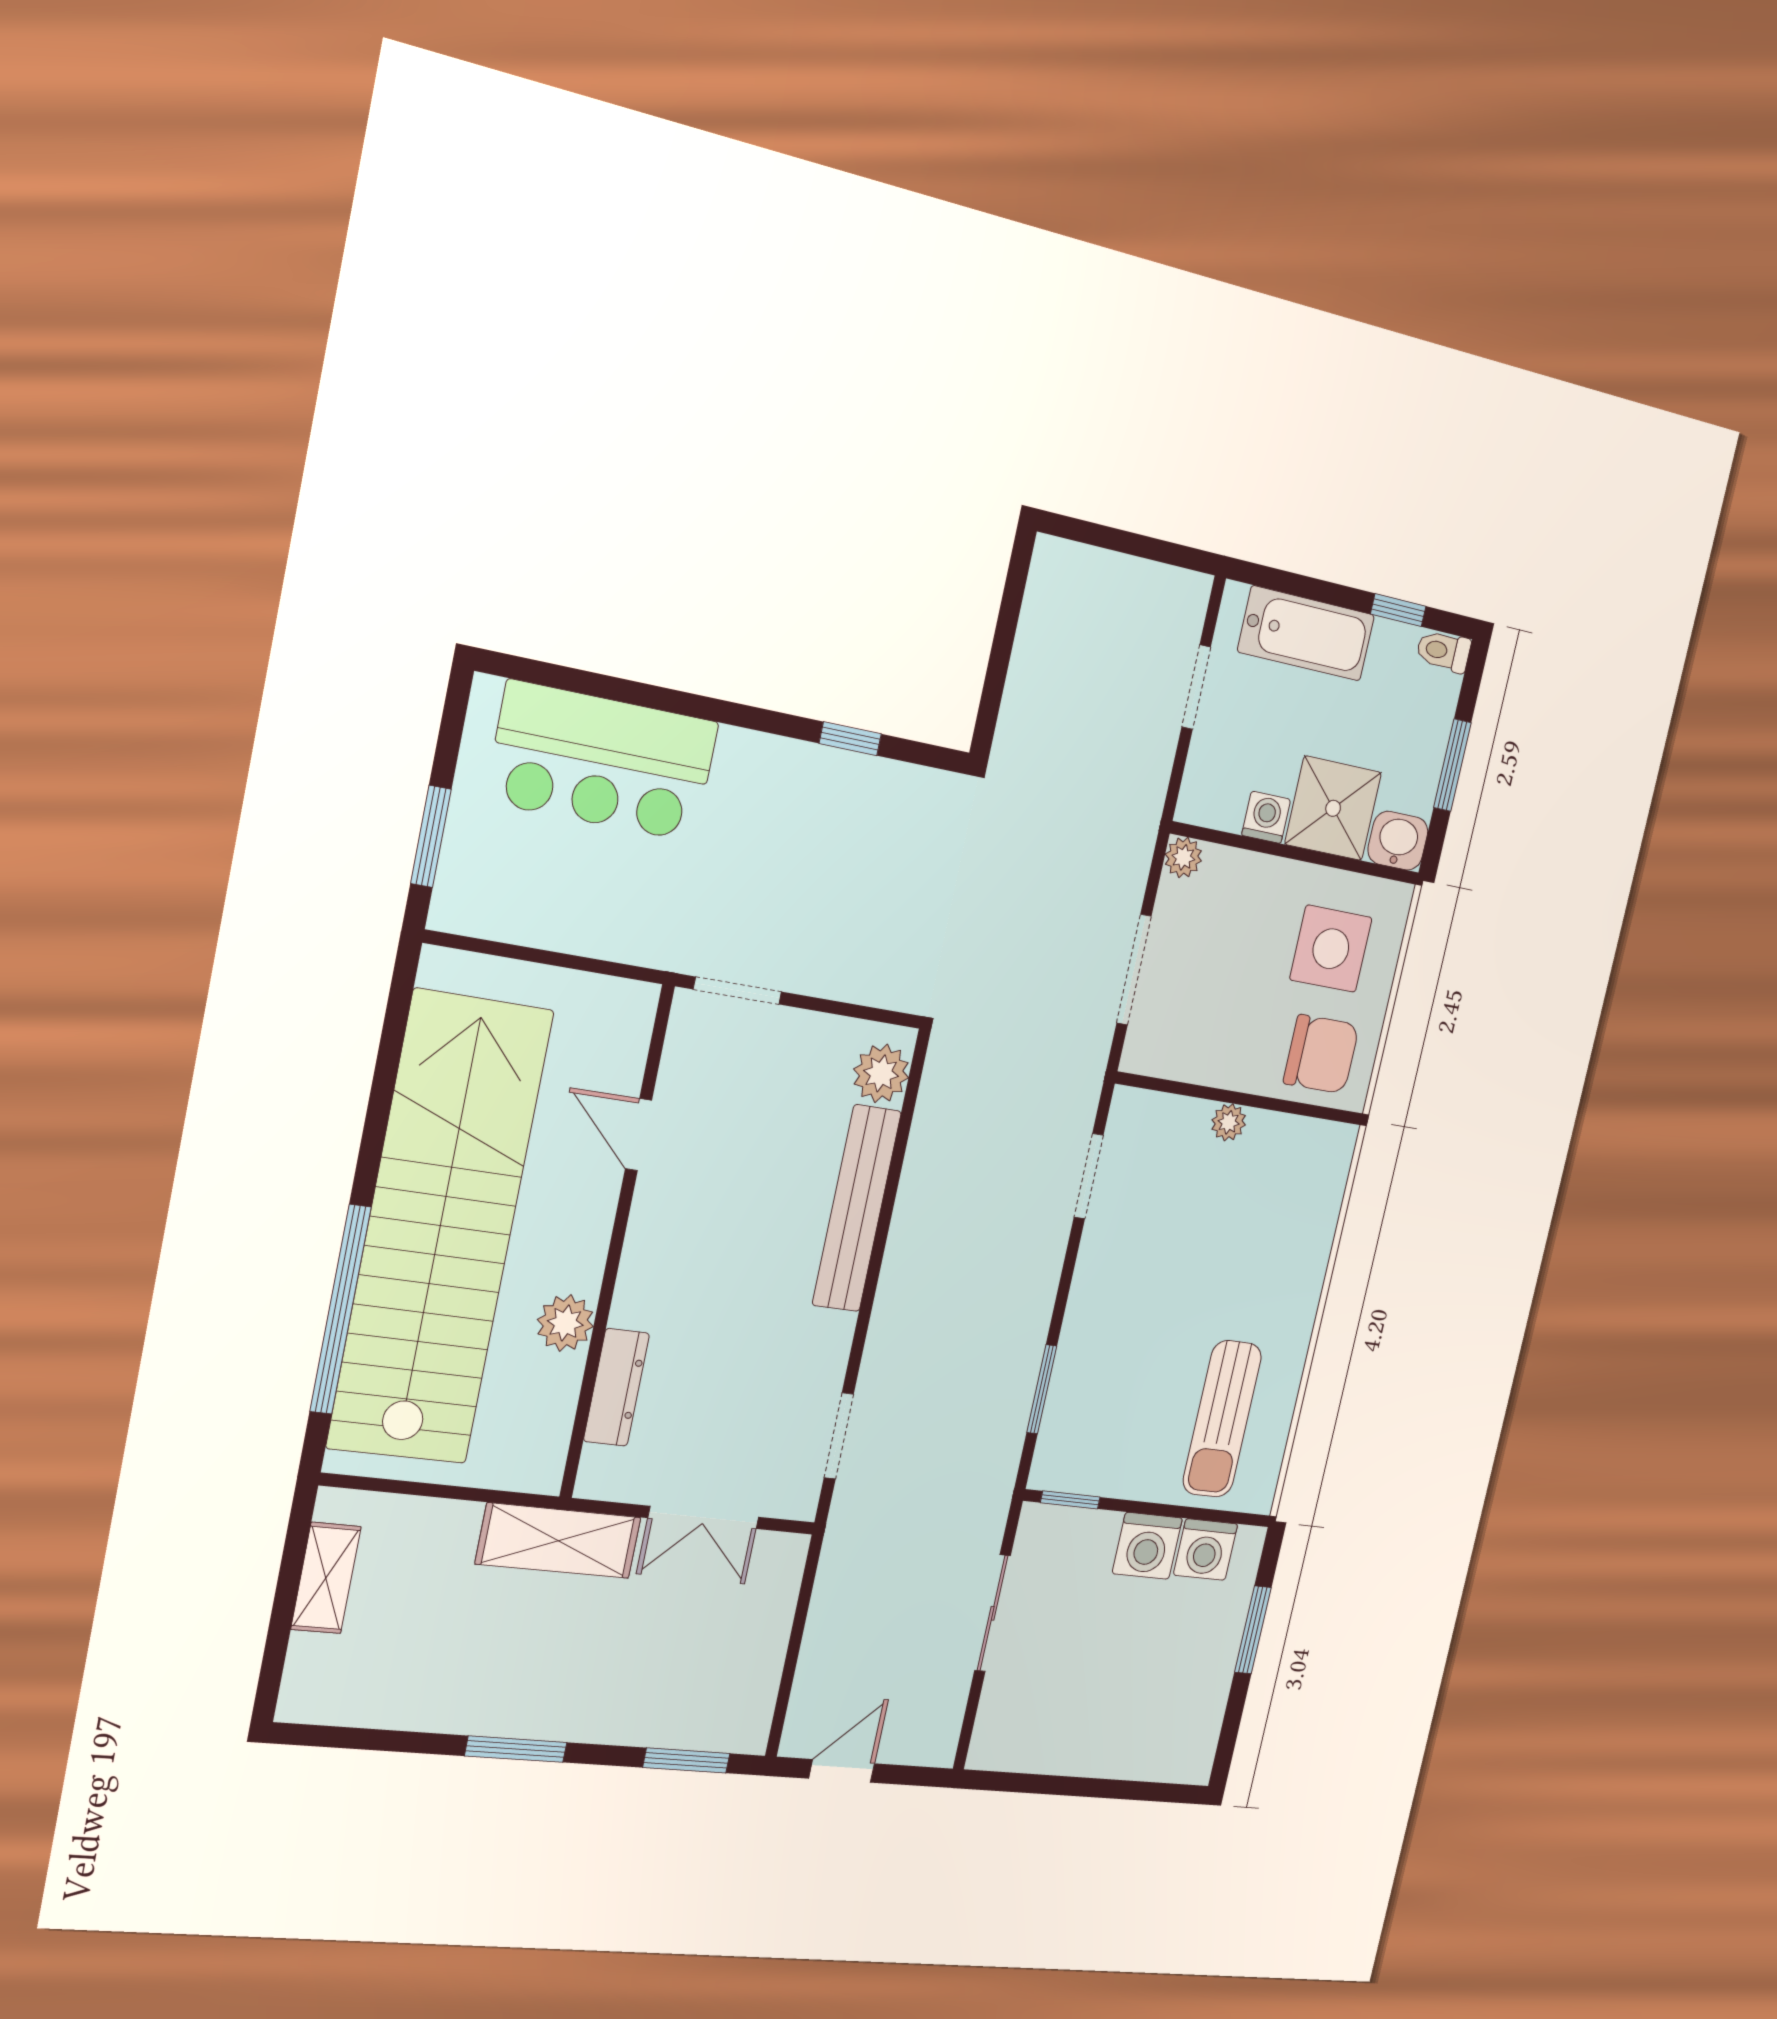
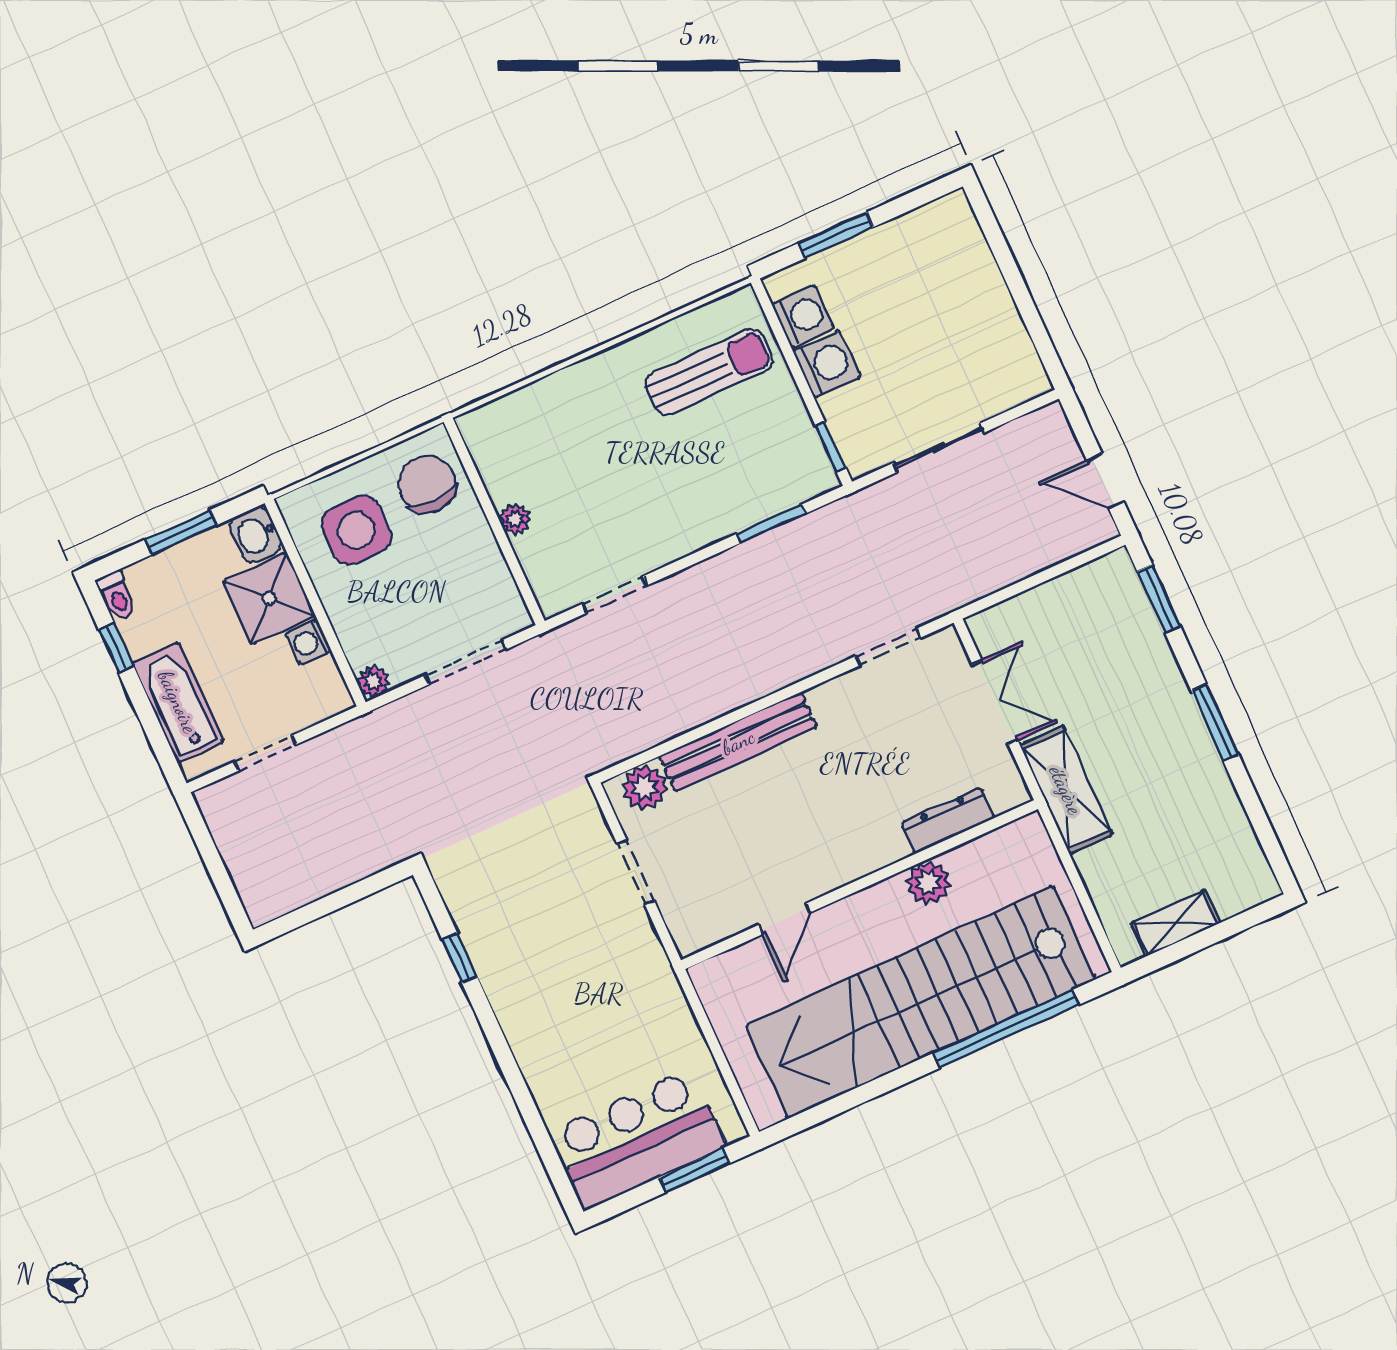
bar counter: (602, 762) -> (637, 1139), moved, turned -90
doorway: (737, 991) -> (636, 872), moved

